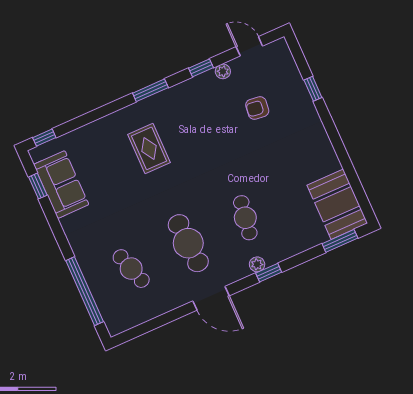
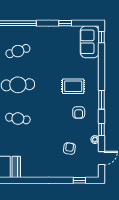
window: (313, 89) -> (79, 180), moved
armchair: (189, 119) -> (79, 112), added
sofa: (61, 185) -> (90, 42), moved, turned 90
window: (38, 186) -> (65, 23), moved

